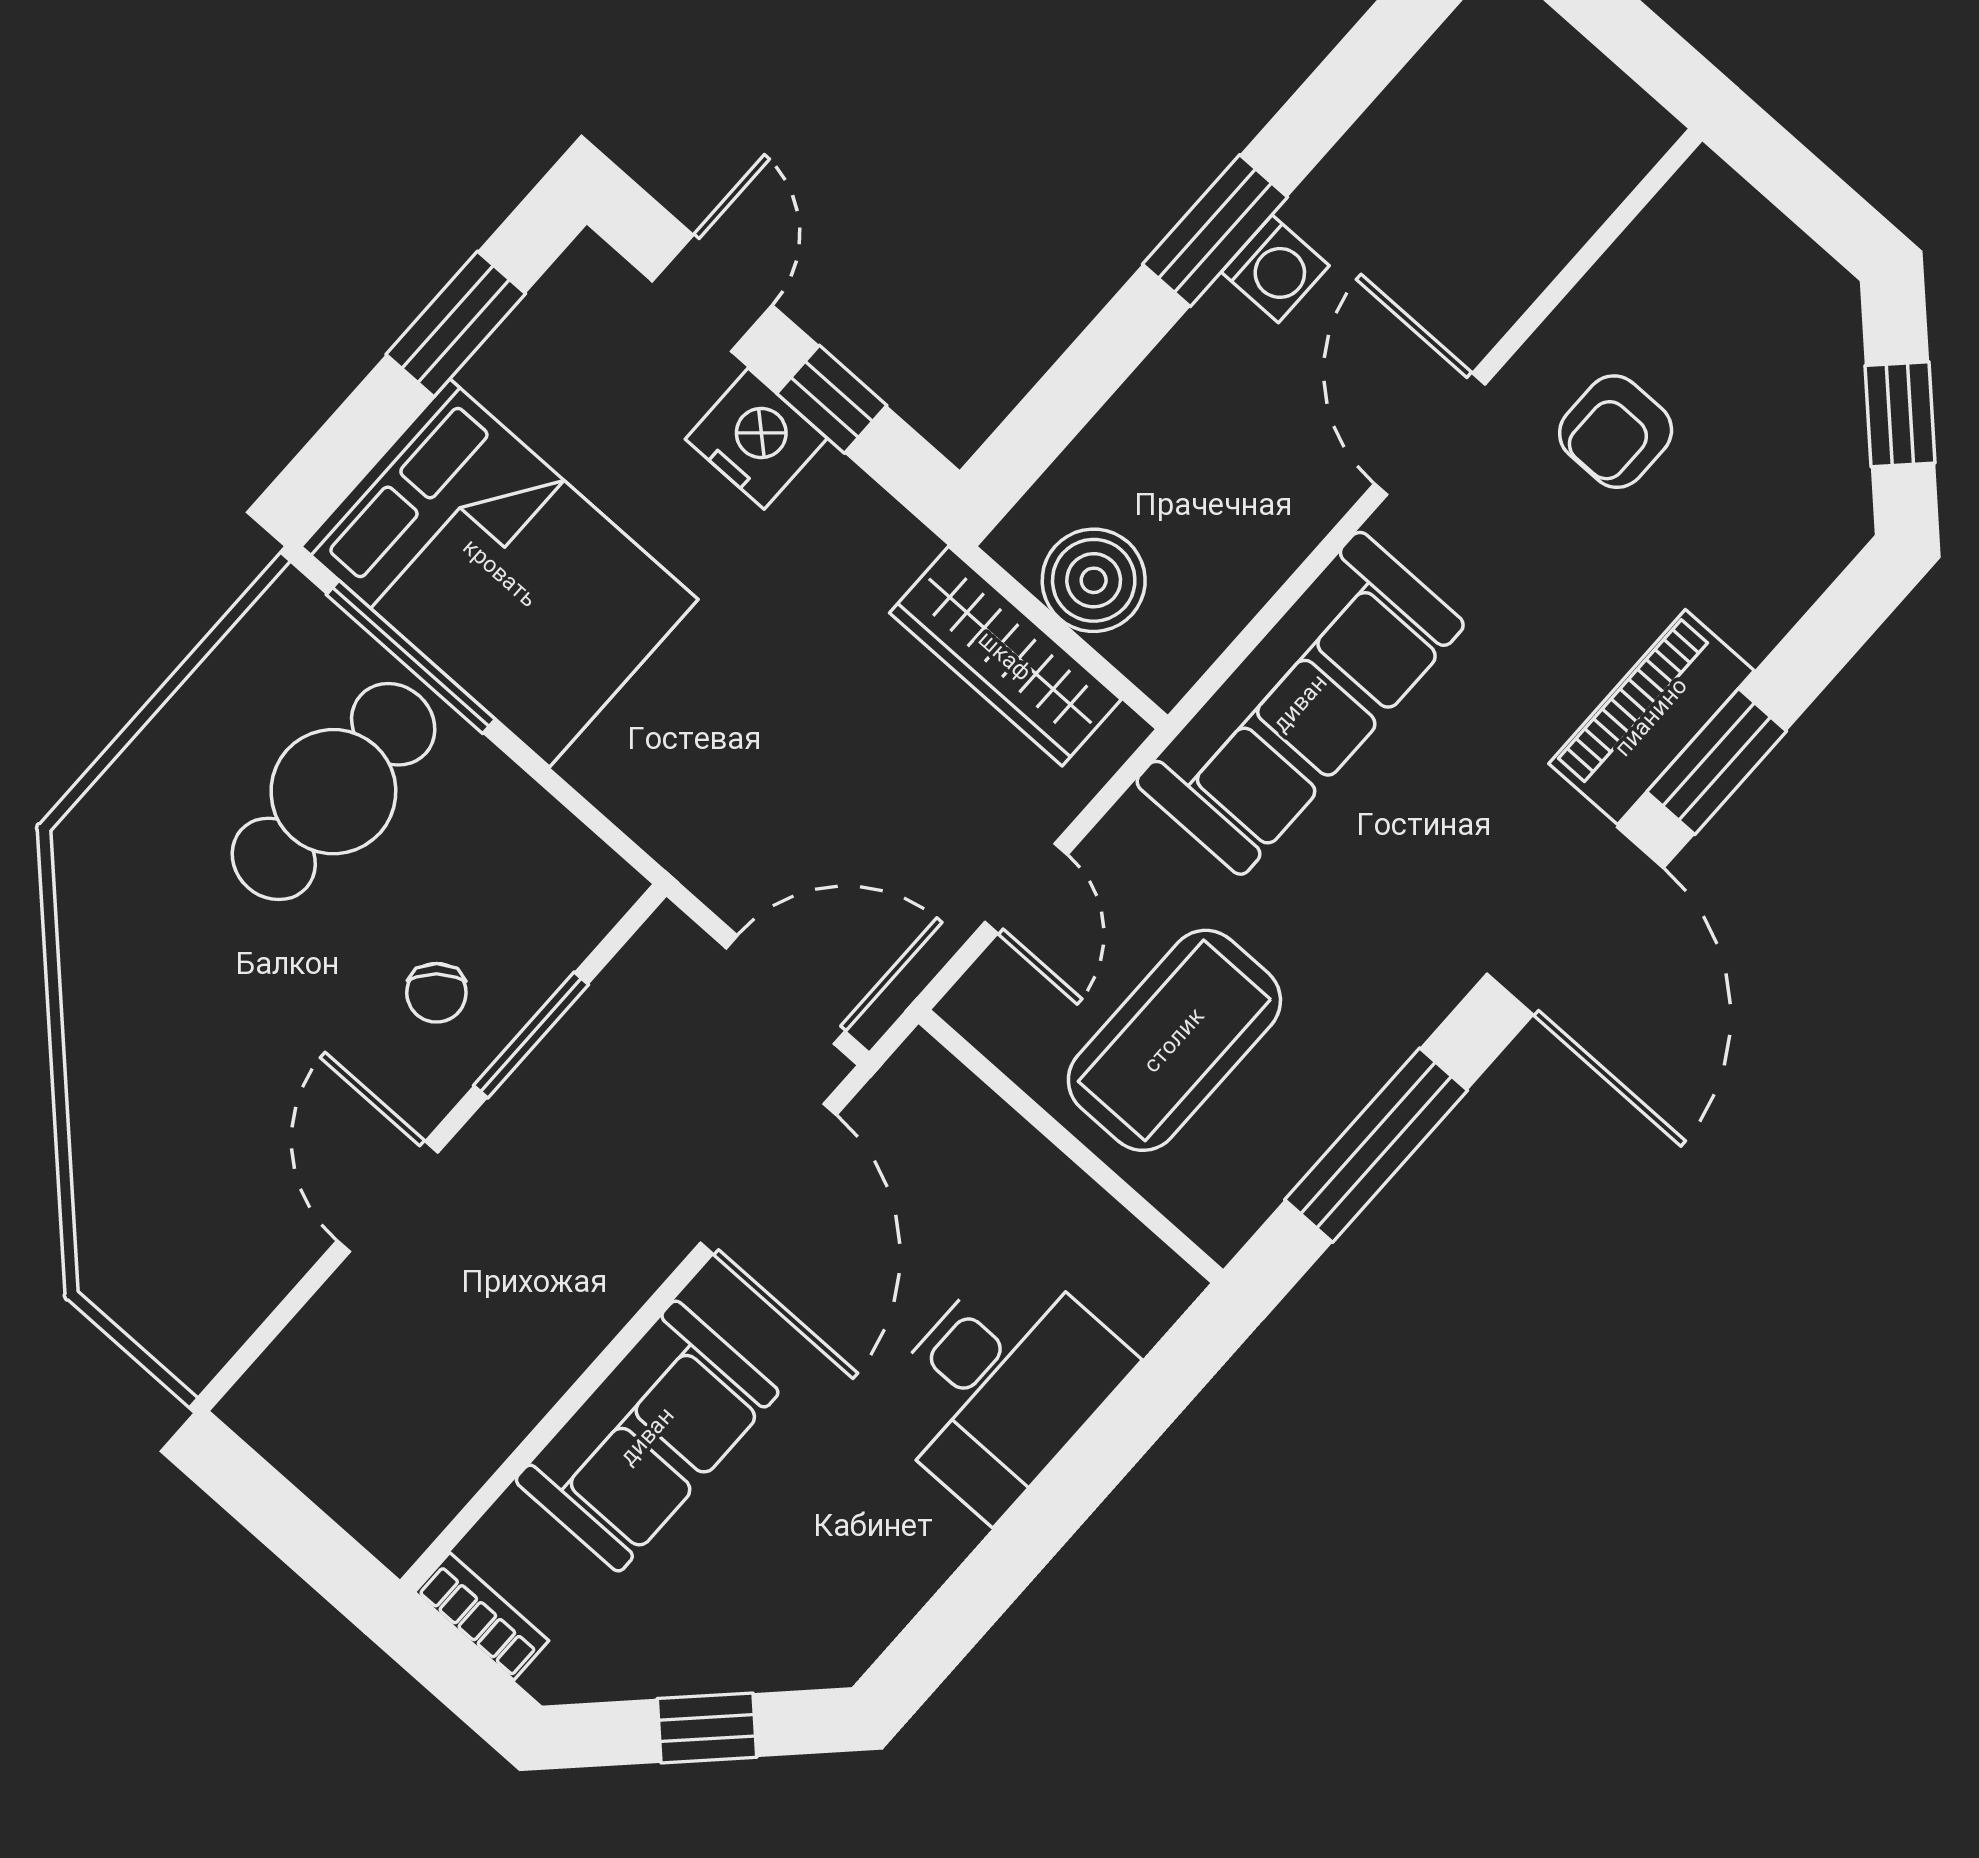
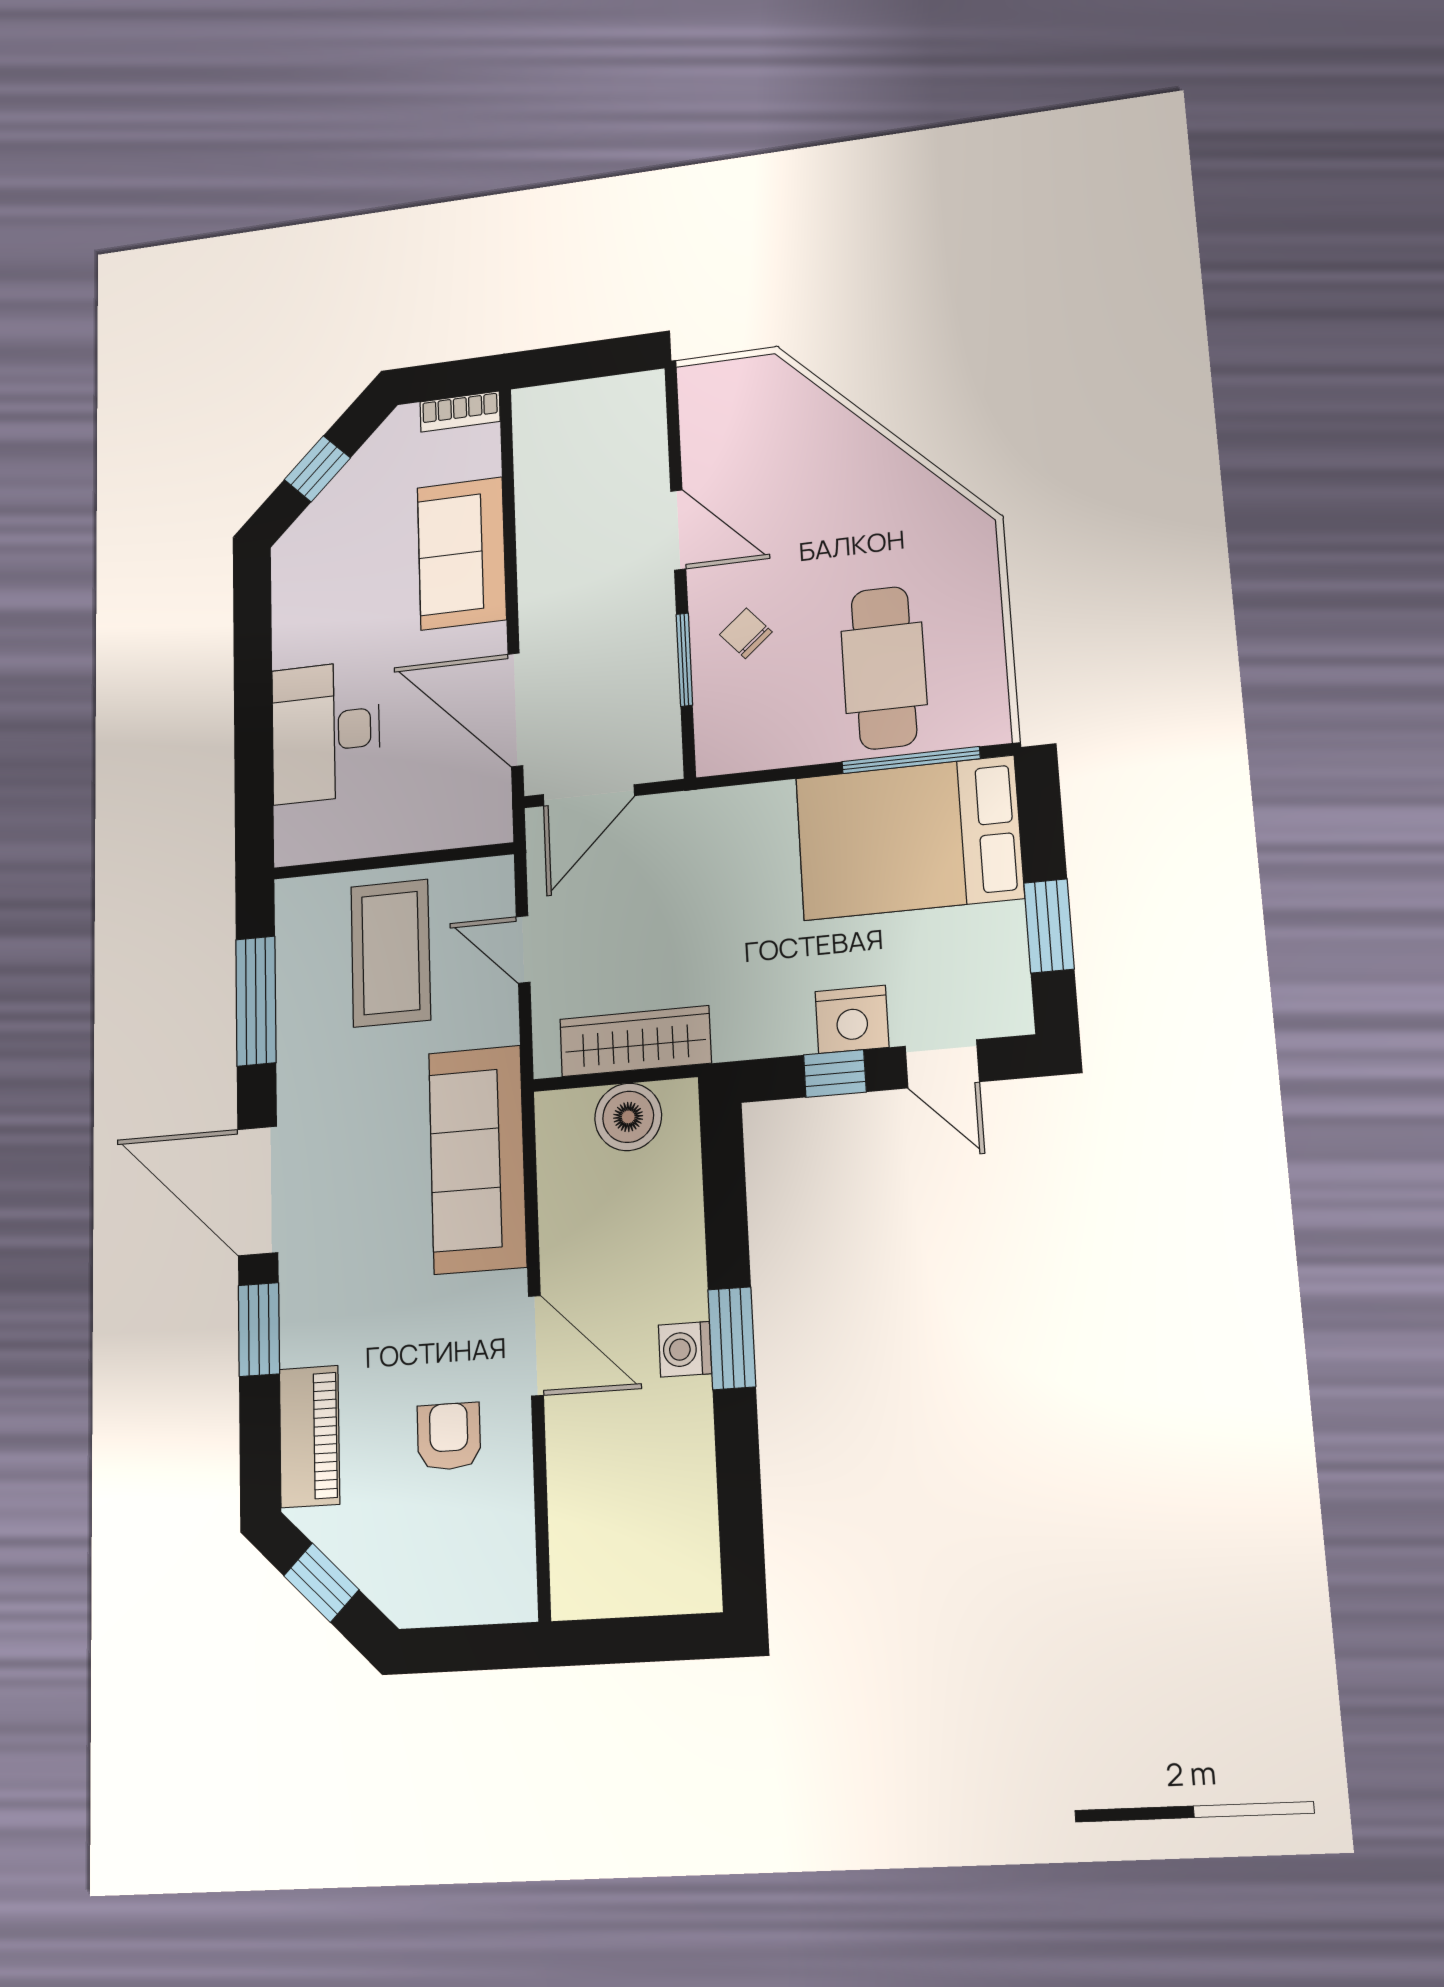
piano: (1651, 717) -> (309, 1436), moved

